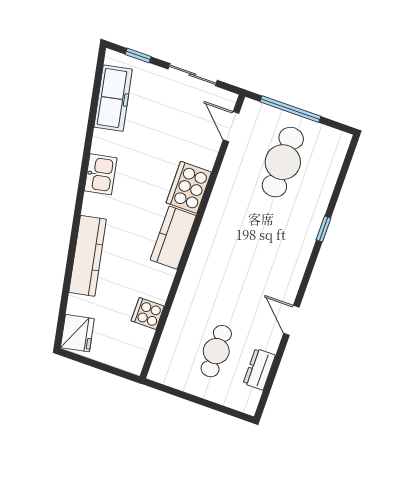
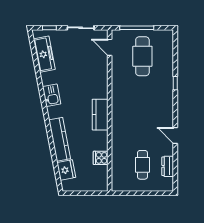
cooker: (189, 187) -> (99, 86), removed
fridge: (77, 333) -> (66, 170), moved

